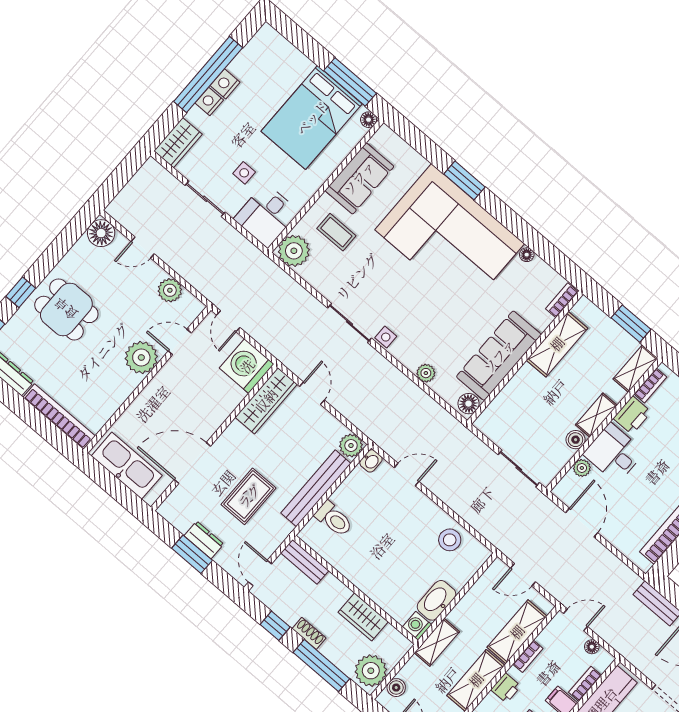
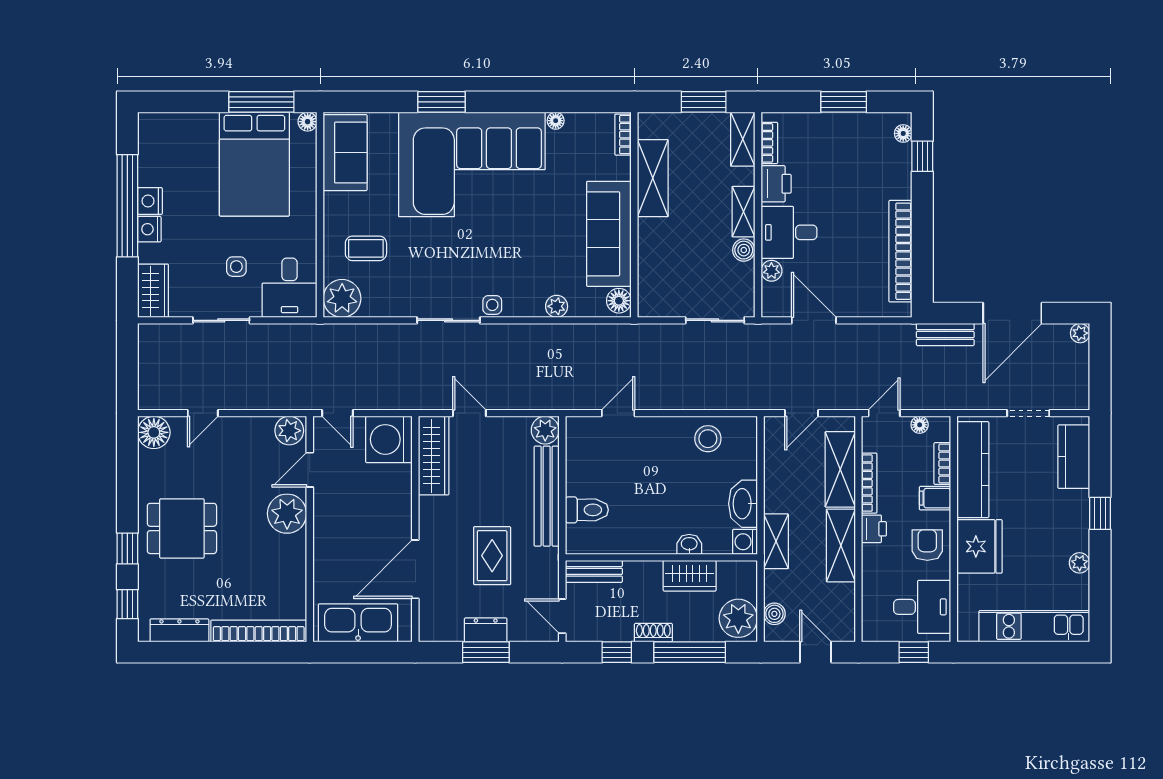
sofa: (359, 178) -> (345, 153), moved
plant: (170, 290) -> (289, 431), moved
washbasin: (371, 461) -> (689, 544), moved, turned -90
bookcase: (528, 656) -> (869, 483), width x1.56

